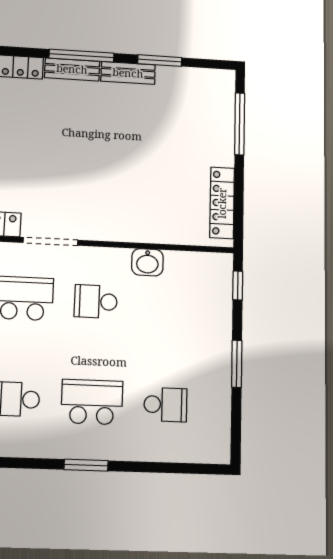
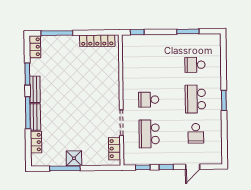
locker: (213, 79) -> (35, 47), added
washbasin: (147, 262) -> (129, 76), removed
school desk: (96, 301) -> (149, 100), turned 90
window: (237, 364) -> (188, 31), moved
school desk: (165, 405) -> (195, 65), turned -90

